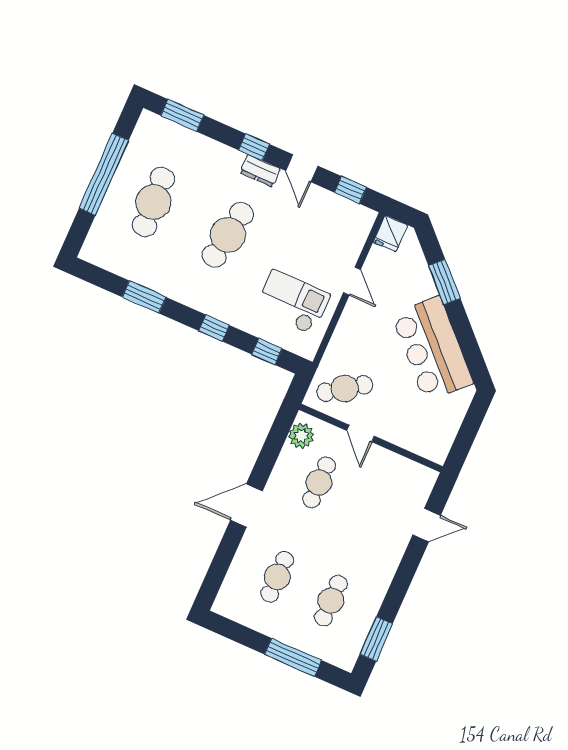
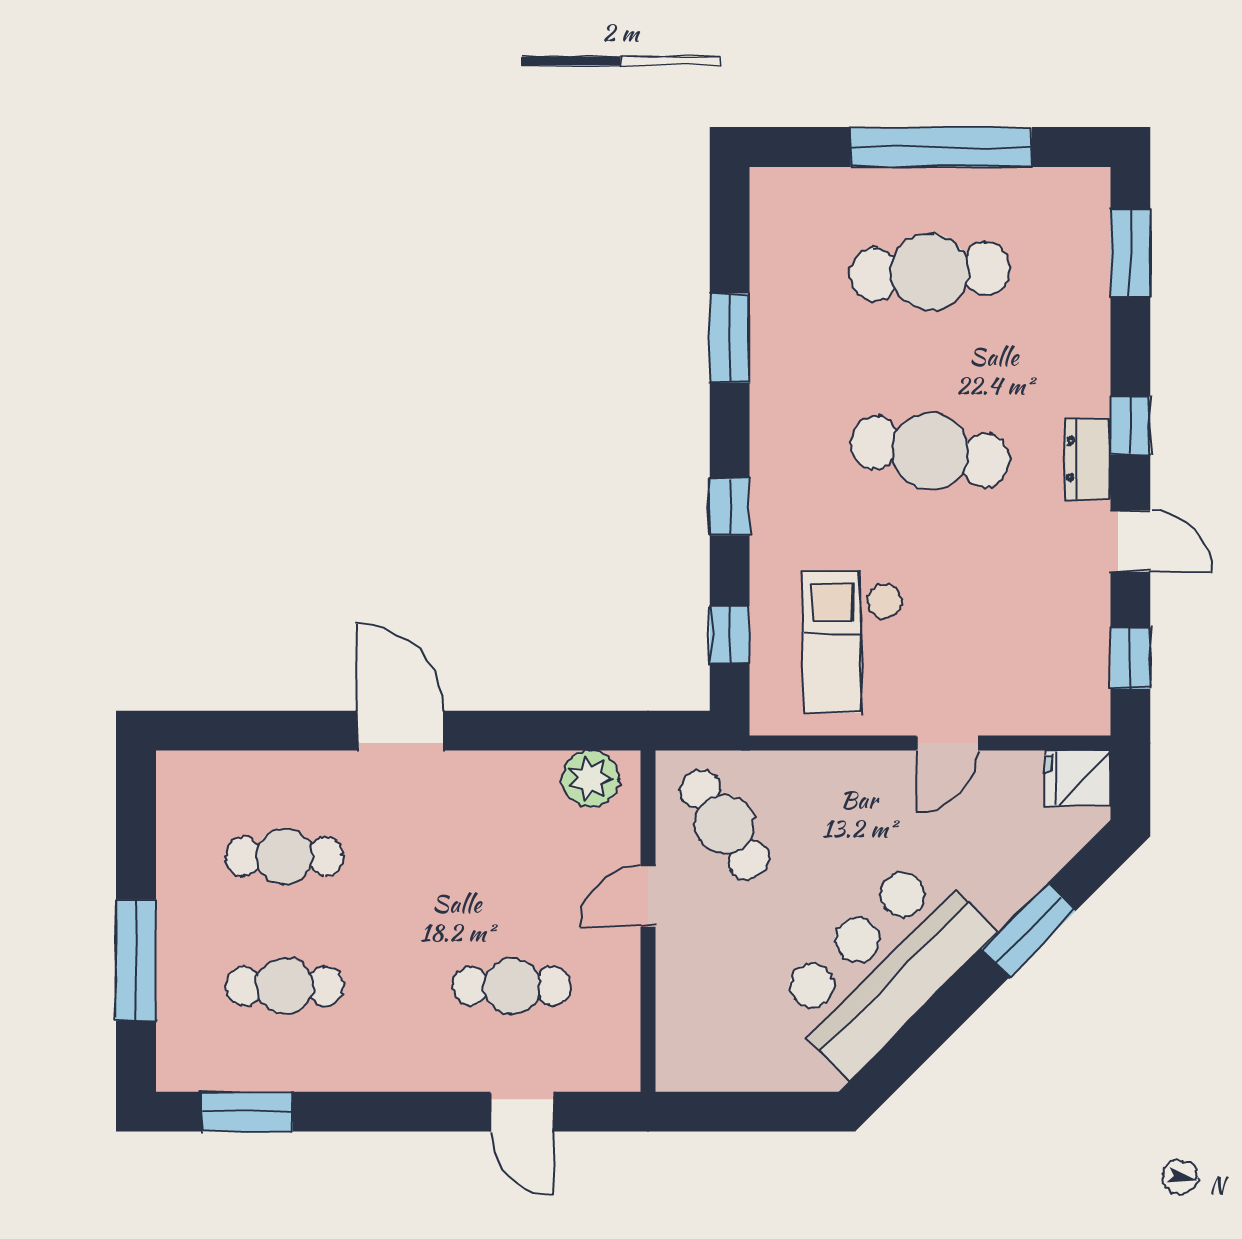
door: (302, 168) -> (1130, 541), swing flipped
checkout: (293, 302) -> (853, 642), turned 180
cafe table: (319, 482) -> (512, 986), moved

